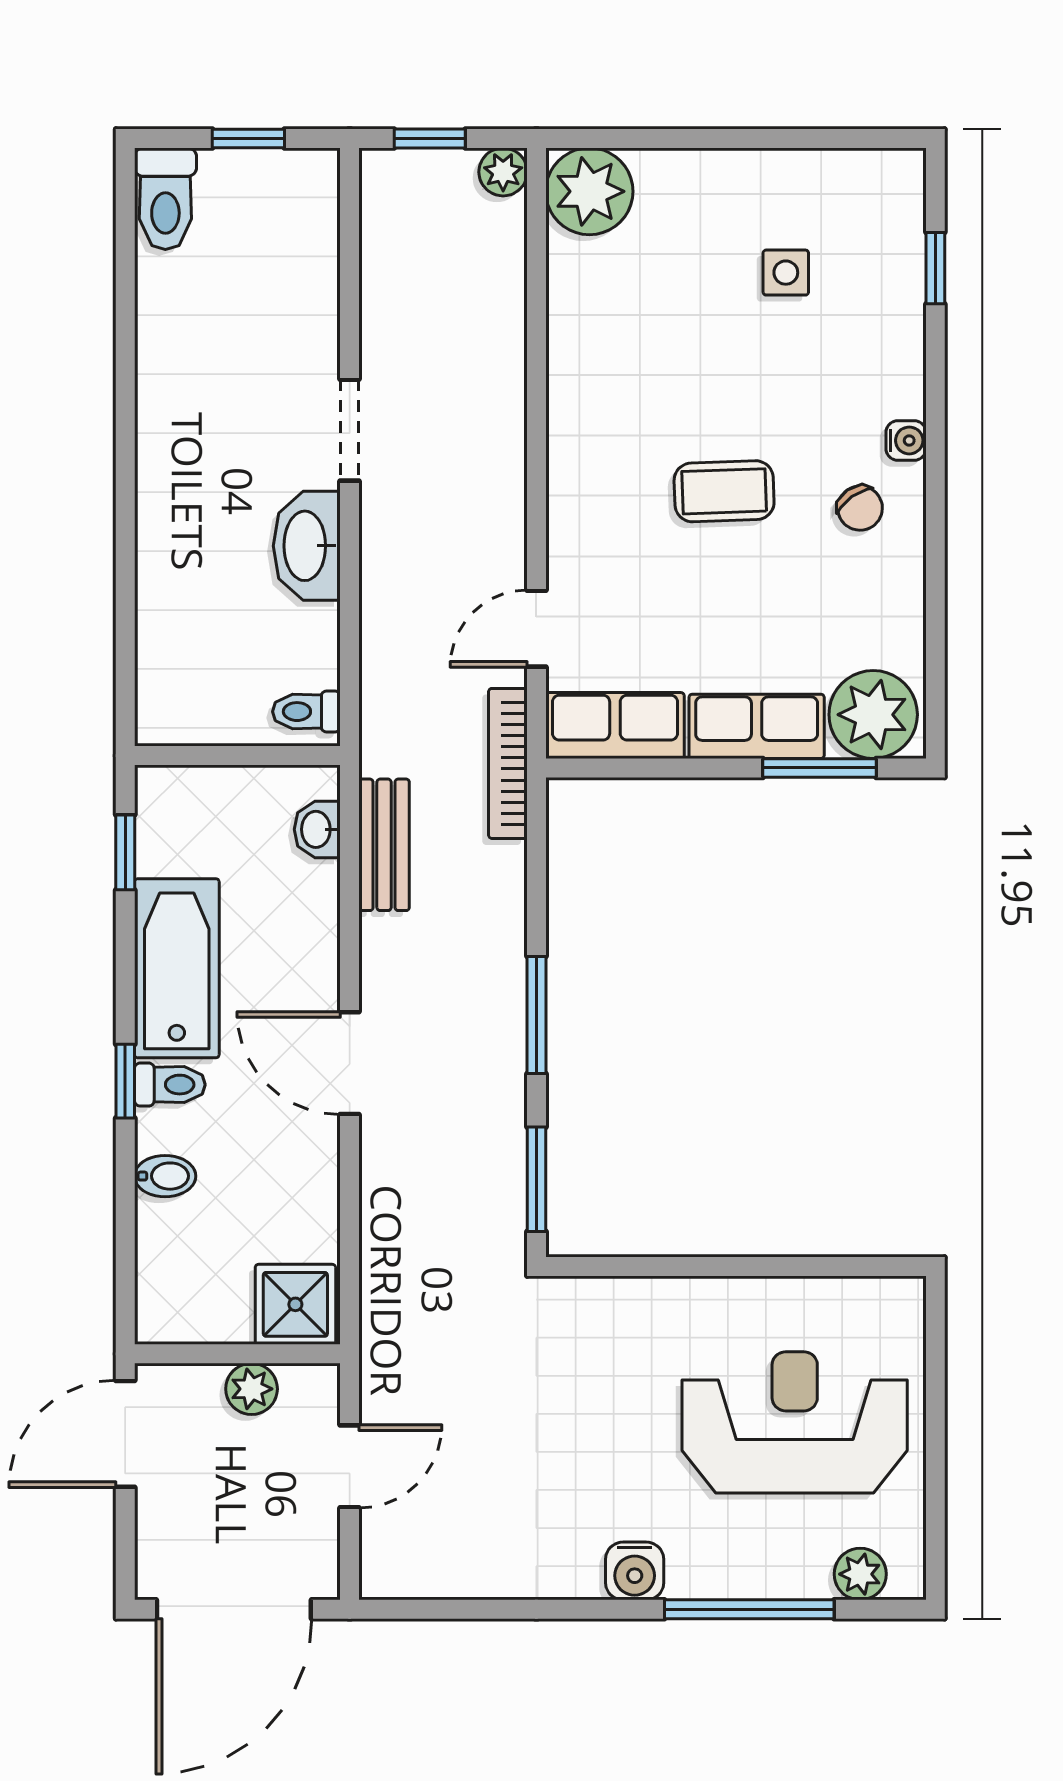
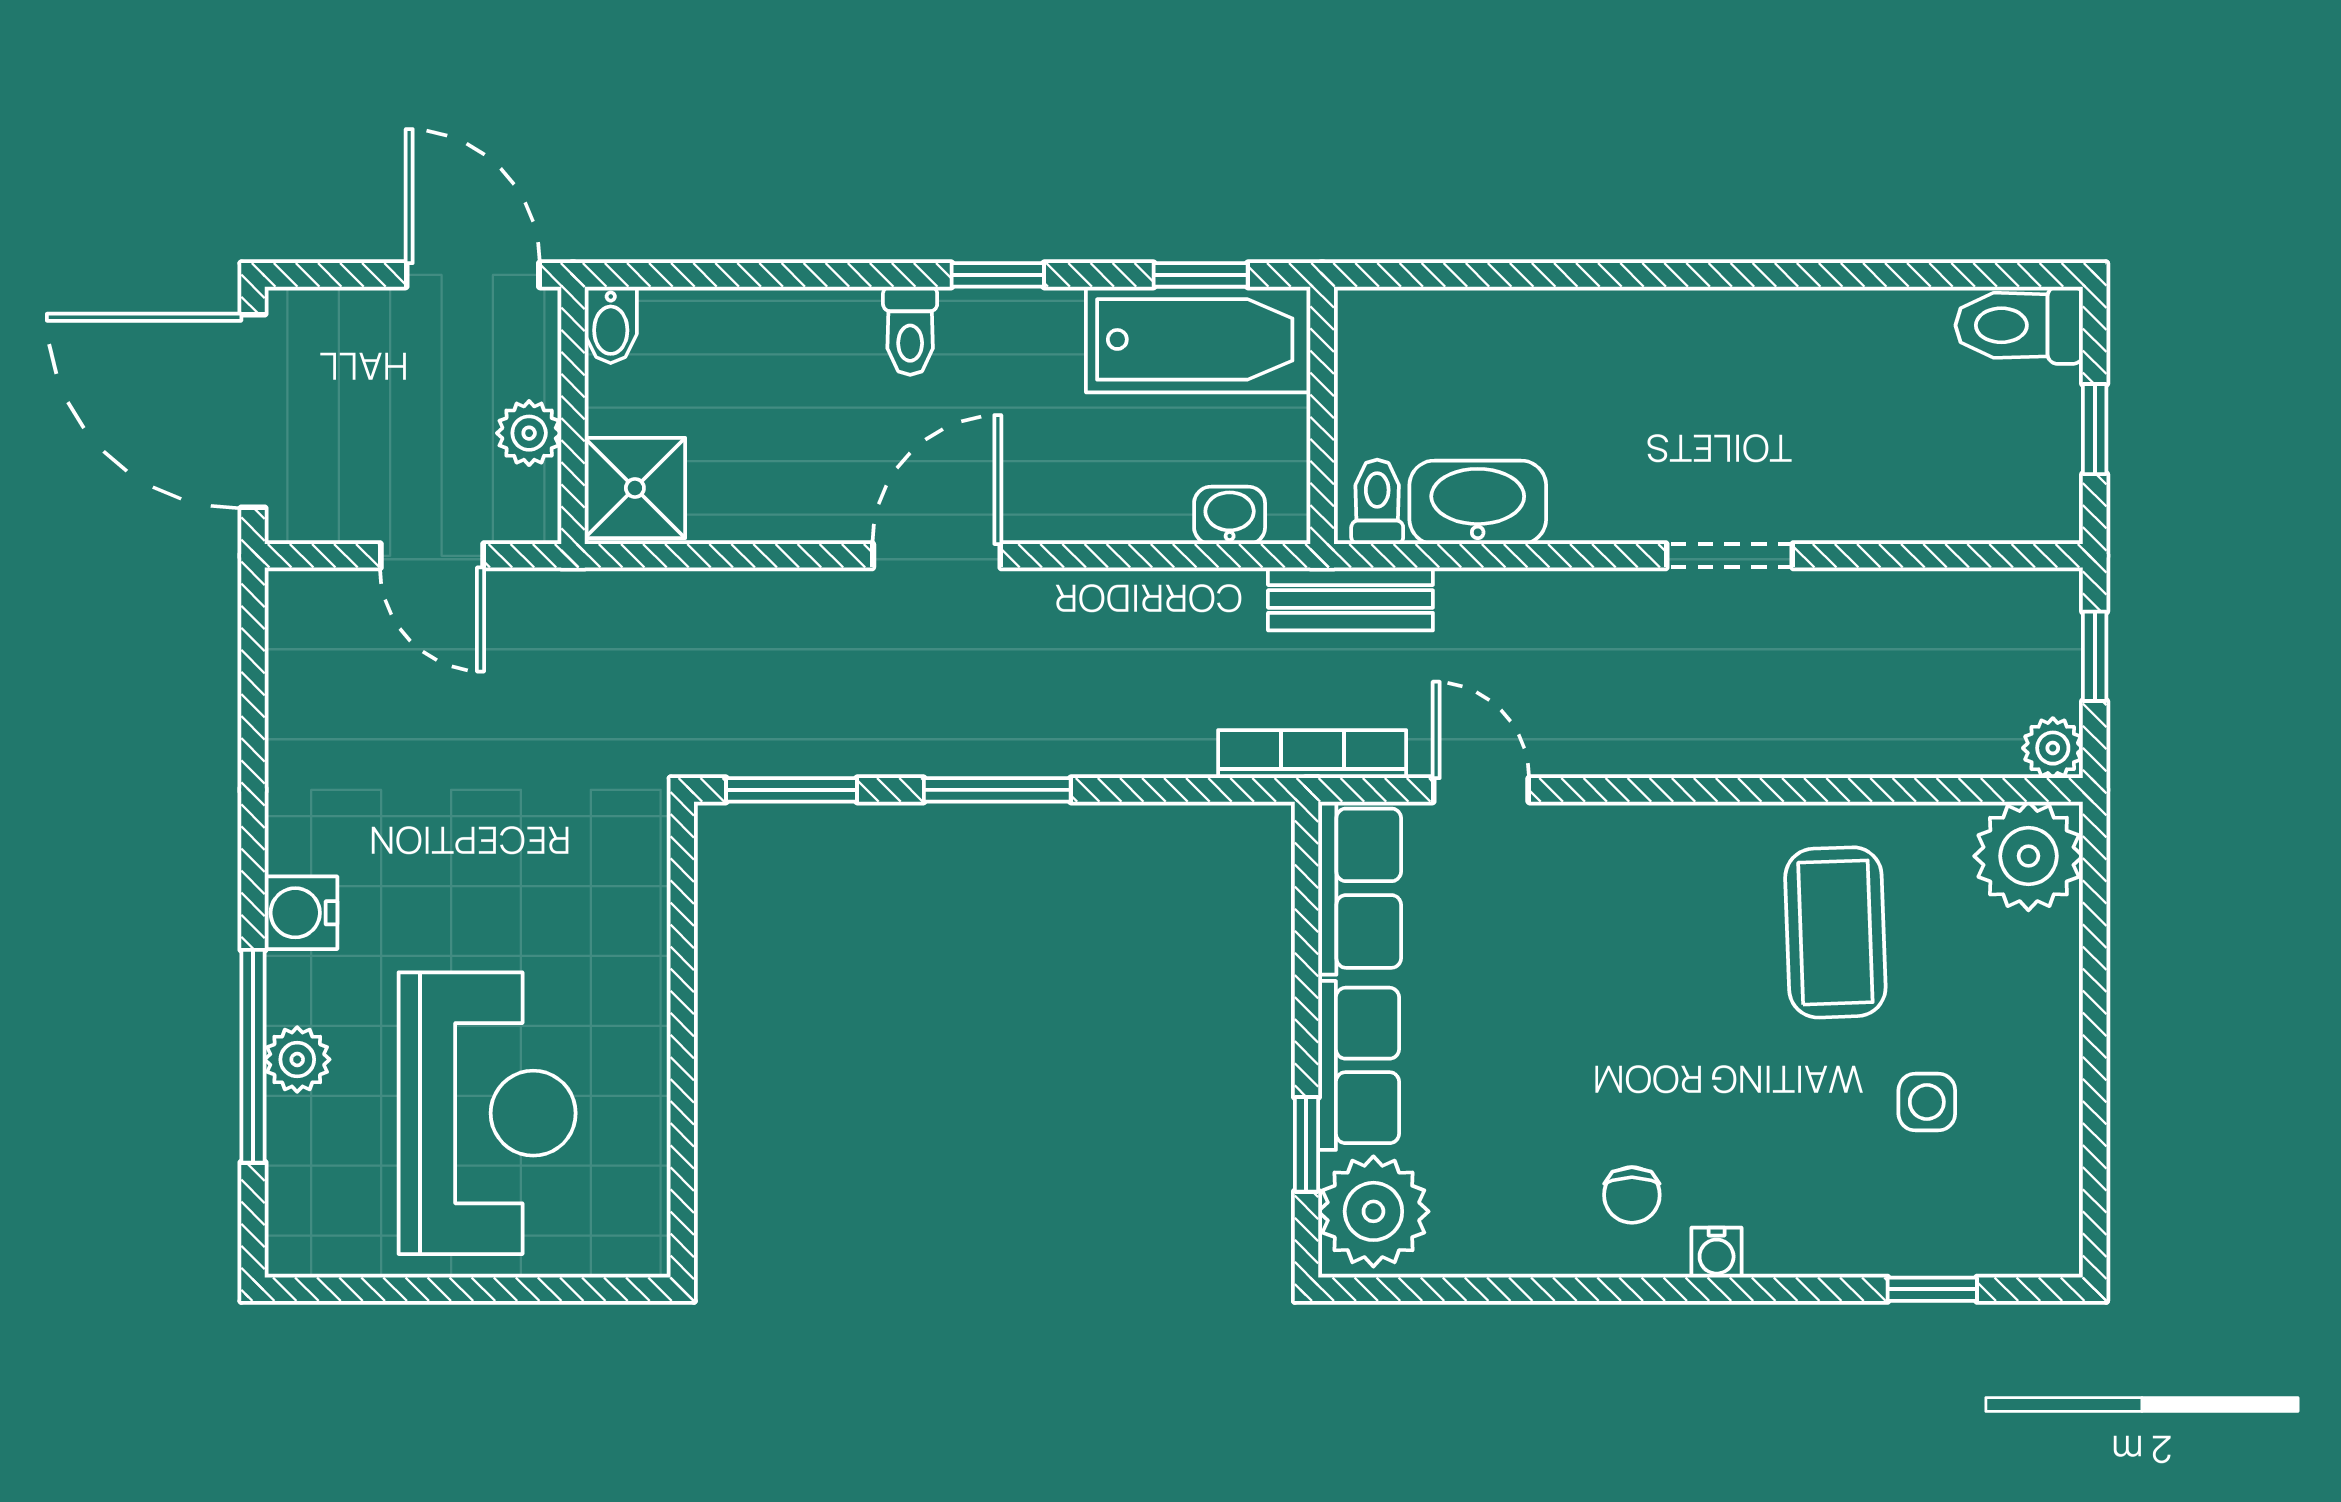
coffee table: (724, 491) -> (1835, 932), moved, width x1.36, depth x1.30
chair: (860, 508) -> (1632, 1195), turned -55
washbasin: (307, 546) -> (1478, 502), moved
window: (820, 768) -> (1306, 1144), width x0.67
bench: (384, 845) -> (1350, 599), moved
bathtub: (177, 968) -> (1198, 339), moved
window: (125, 1081) -> (998, 275), moved
bidet: (165, 1176) -> (611, 325), moved
plant: (860, 1574) -> (297, 1059), moved

